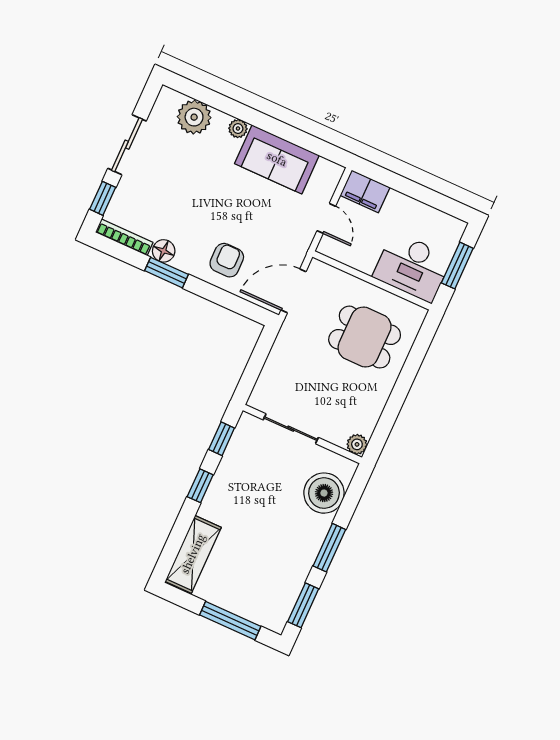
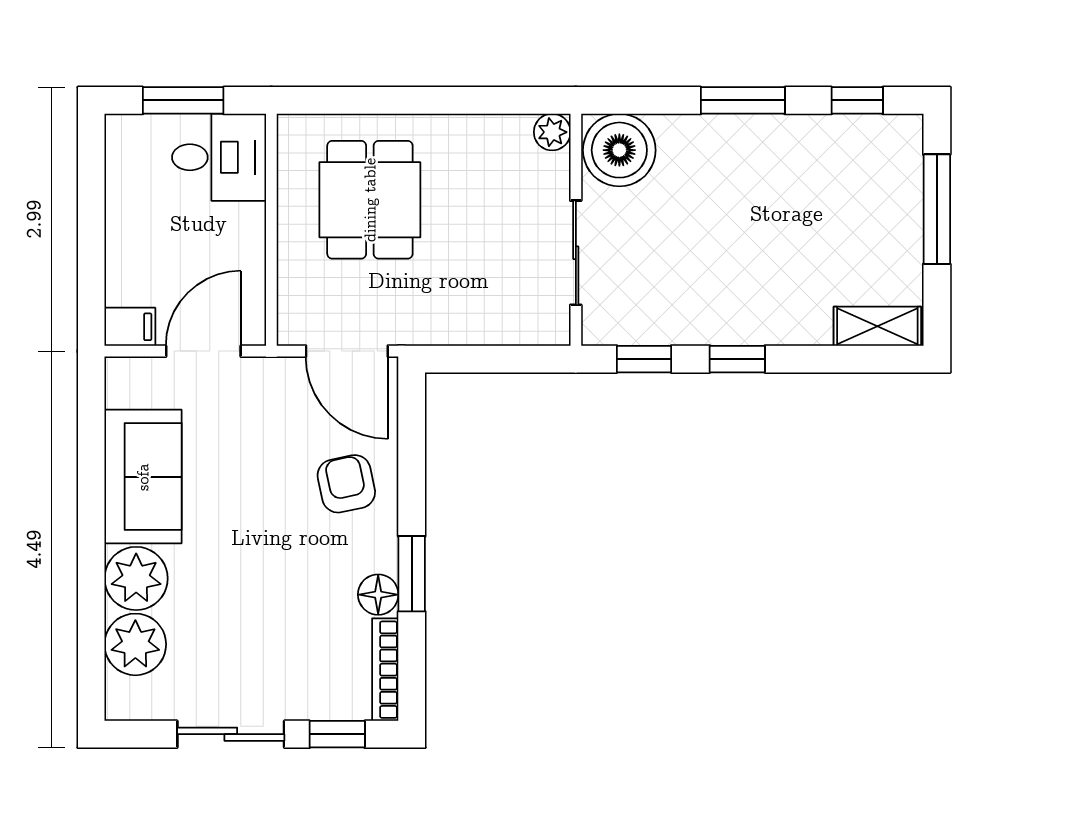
plant: (238, 129) -> (136, 578), width x1.87, depth x1.87
filing cabinet: (365, 191) -> (130, 327), width x0.50
door: (326, 218) -> (203, 351), width x1.38
armchair: (227, 260) -> (346, 484), turned 78
desk: (412, 267) -> (219, 157), width x0.73
boiler: (324, 493) -> (619, 150), moved
shelving: (193, 554) -> (877, 326), width x0.67, depth x0.75
window: (303, 605) -> (857, 100), width x0.67

